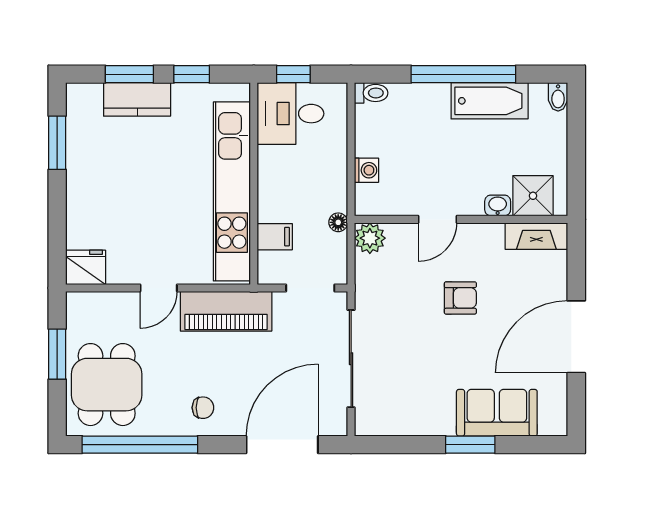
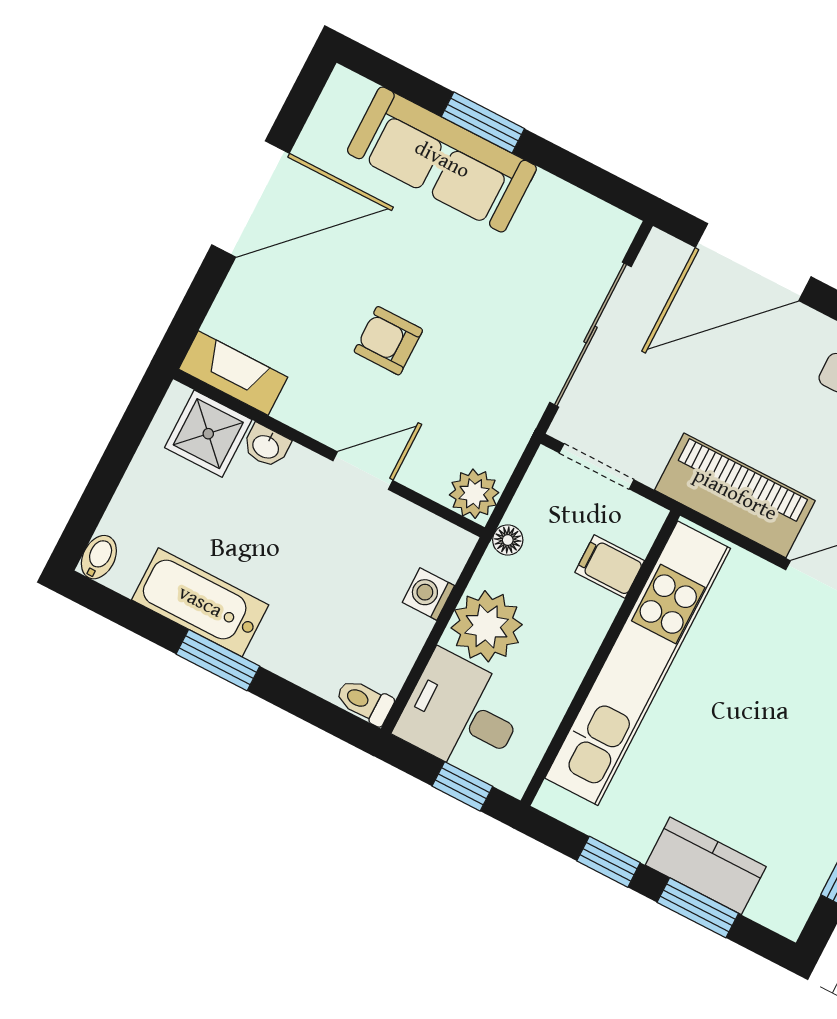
window: (463, 74) -> (218, 660), width x0.47
desk: (291, 114) -> (462, 714), moved, turned 180
plant: (325, 169) -> (487, 626), added
sofa: (497, 413) -> (442, 160), width x1.36

